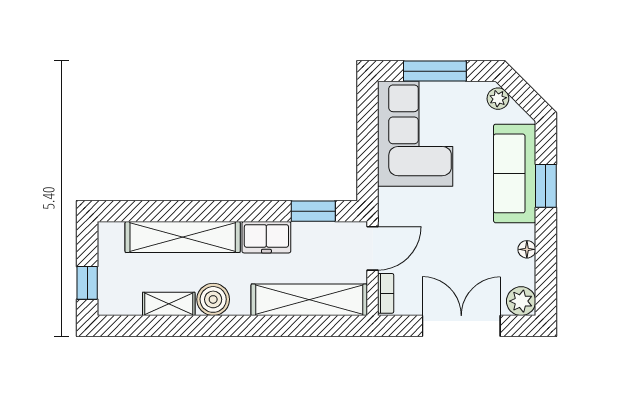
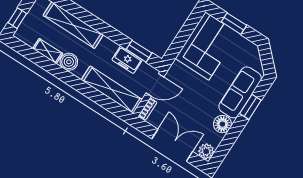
window: (435, 71) -> (234, 24), width x0.69
plant: (498, 99) -> (254, 54), removed
freezer: (266, 237) -> (127, 60), moved
floor lamp: (527, 249) -> (222, 124), width x1.89, depth x1.89

